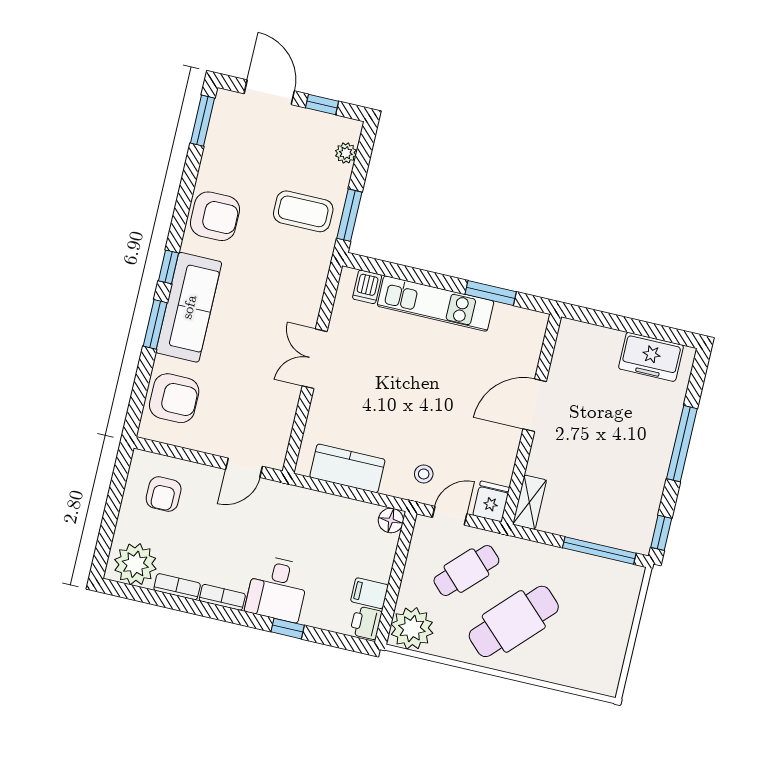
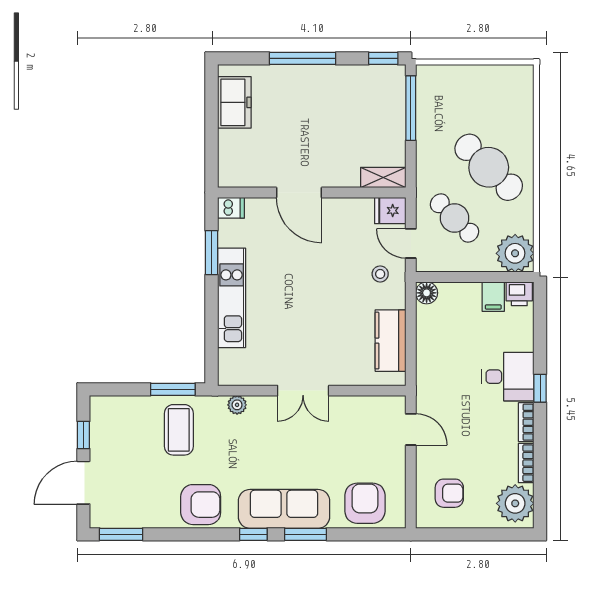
plant: (346, 153) -> (237, 405), moved
armchair: (215, 216) -> (201, 505), turned 90
dishwasher: (367, 287) -> (231, 208), moved
window: (288, 629) -> (540, 388), moved

